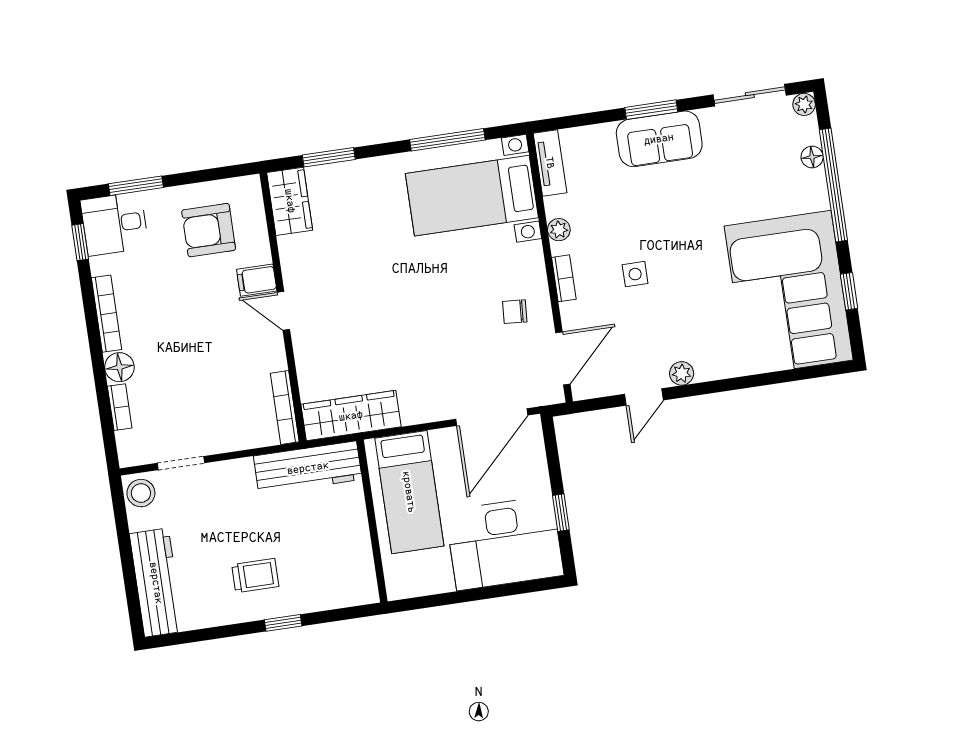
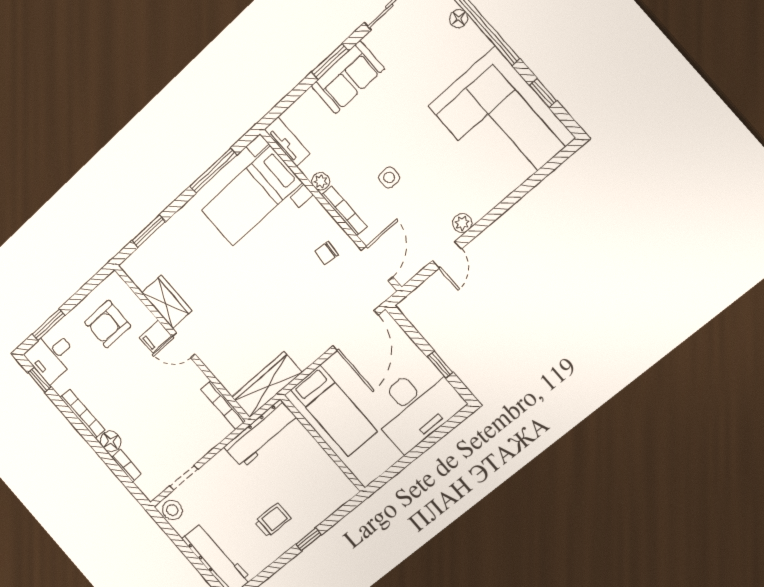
wardrobe: (290, 201) -> (167, 302), moved
bookcase: (564, 278) -> (344, 211), width x1.56

